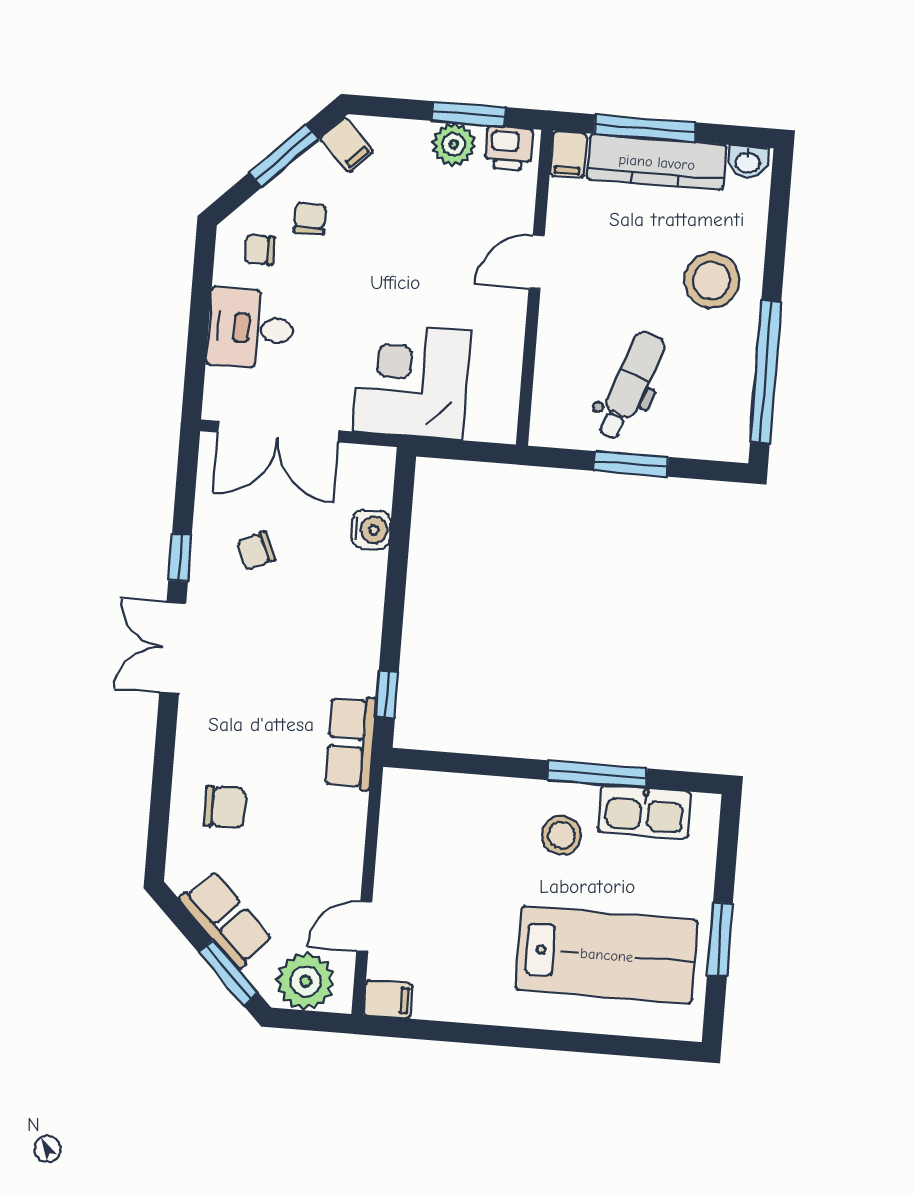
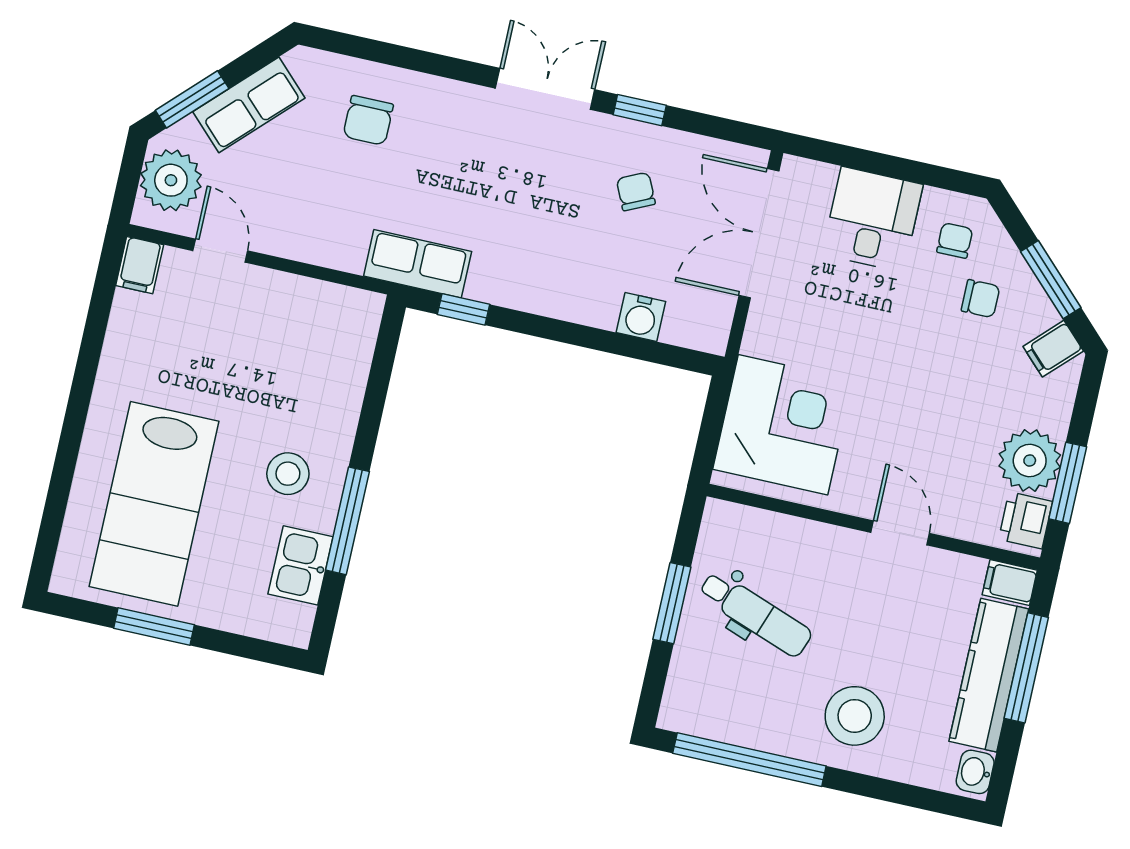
plant: (454, 144) -> (1030, 461), width x1.36, depth x1.36
corner desk: (412, 381) -> (783, 425), moved
kitchen sink: (645, 812) -> (301, 565), width x0.73

